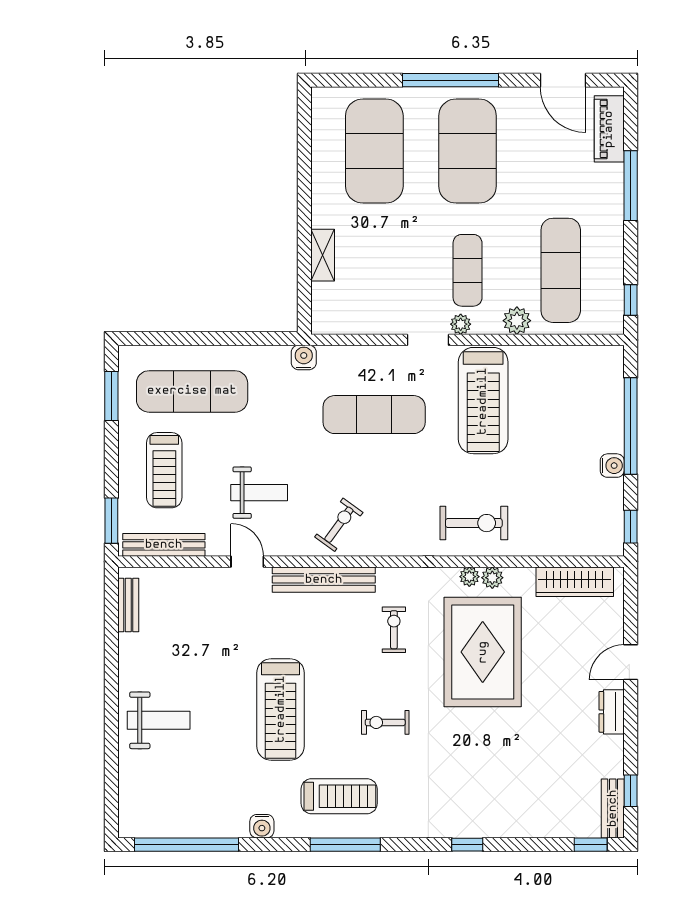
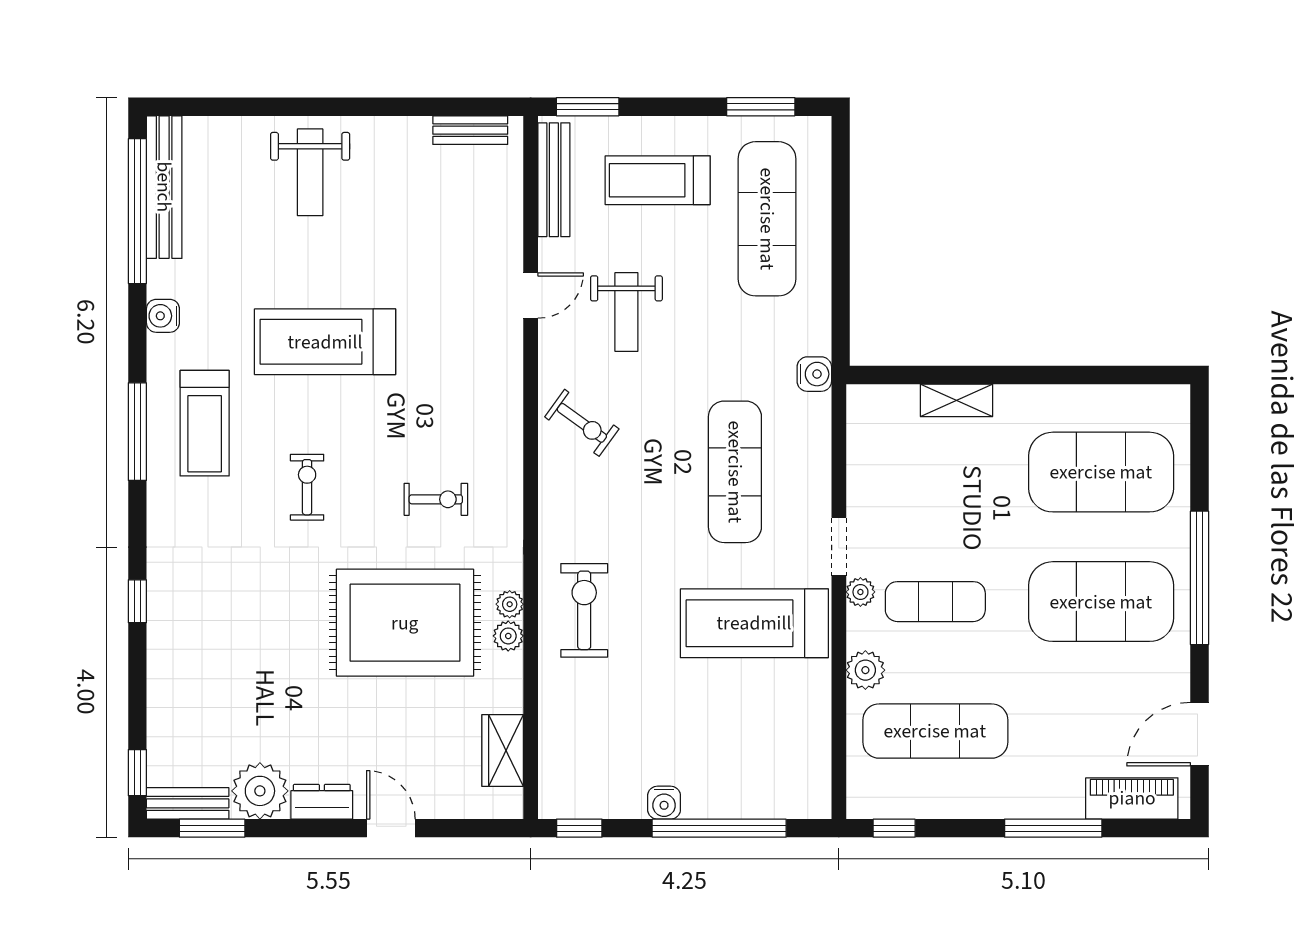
exercise bike: (474, 523) -> (584, 610), turned 180
bench: (324, 580) -> (164, 187), moved
wardrobe: (575, 582) -> (503, 751), width x0.67
plant: (604, 756) -> (260, 791), added
window: (631, 791) -> (212, 828), width x1.50

